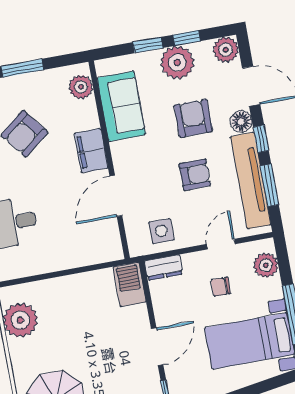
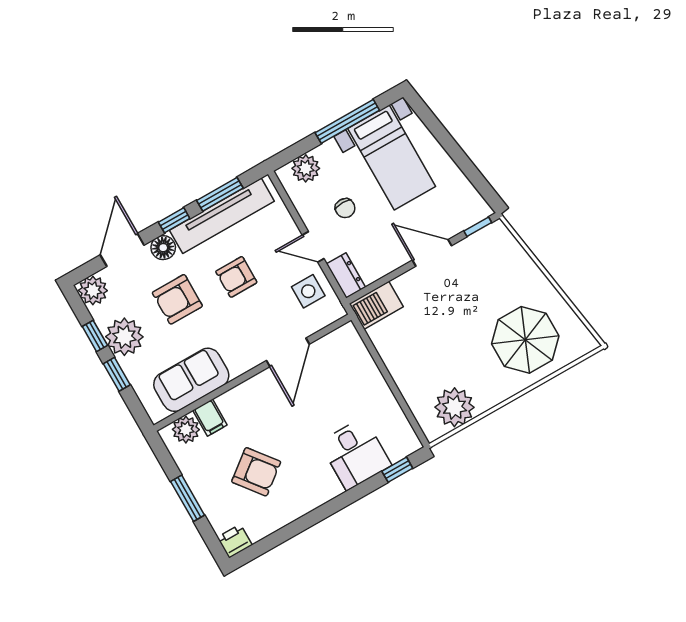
filing cabinet: (91, 151) -> (210, 418), moved, width x0.50
armchair: (195, 175) -> (236, 277), turned -90
door: (116, 196) -> (288, 352), hinge flipped
door: (221, 244) -> (313, 247), moved

